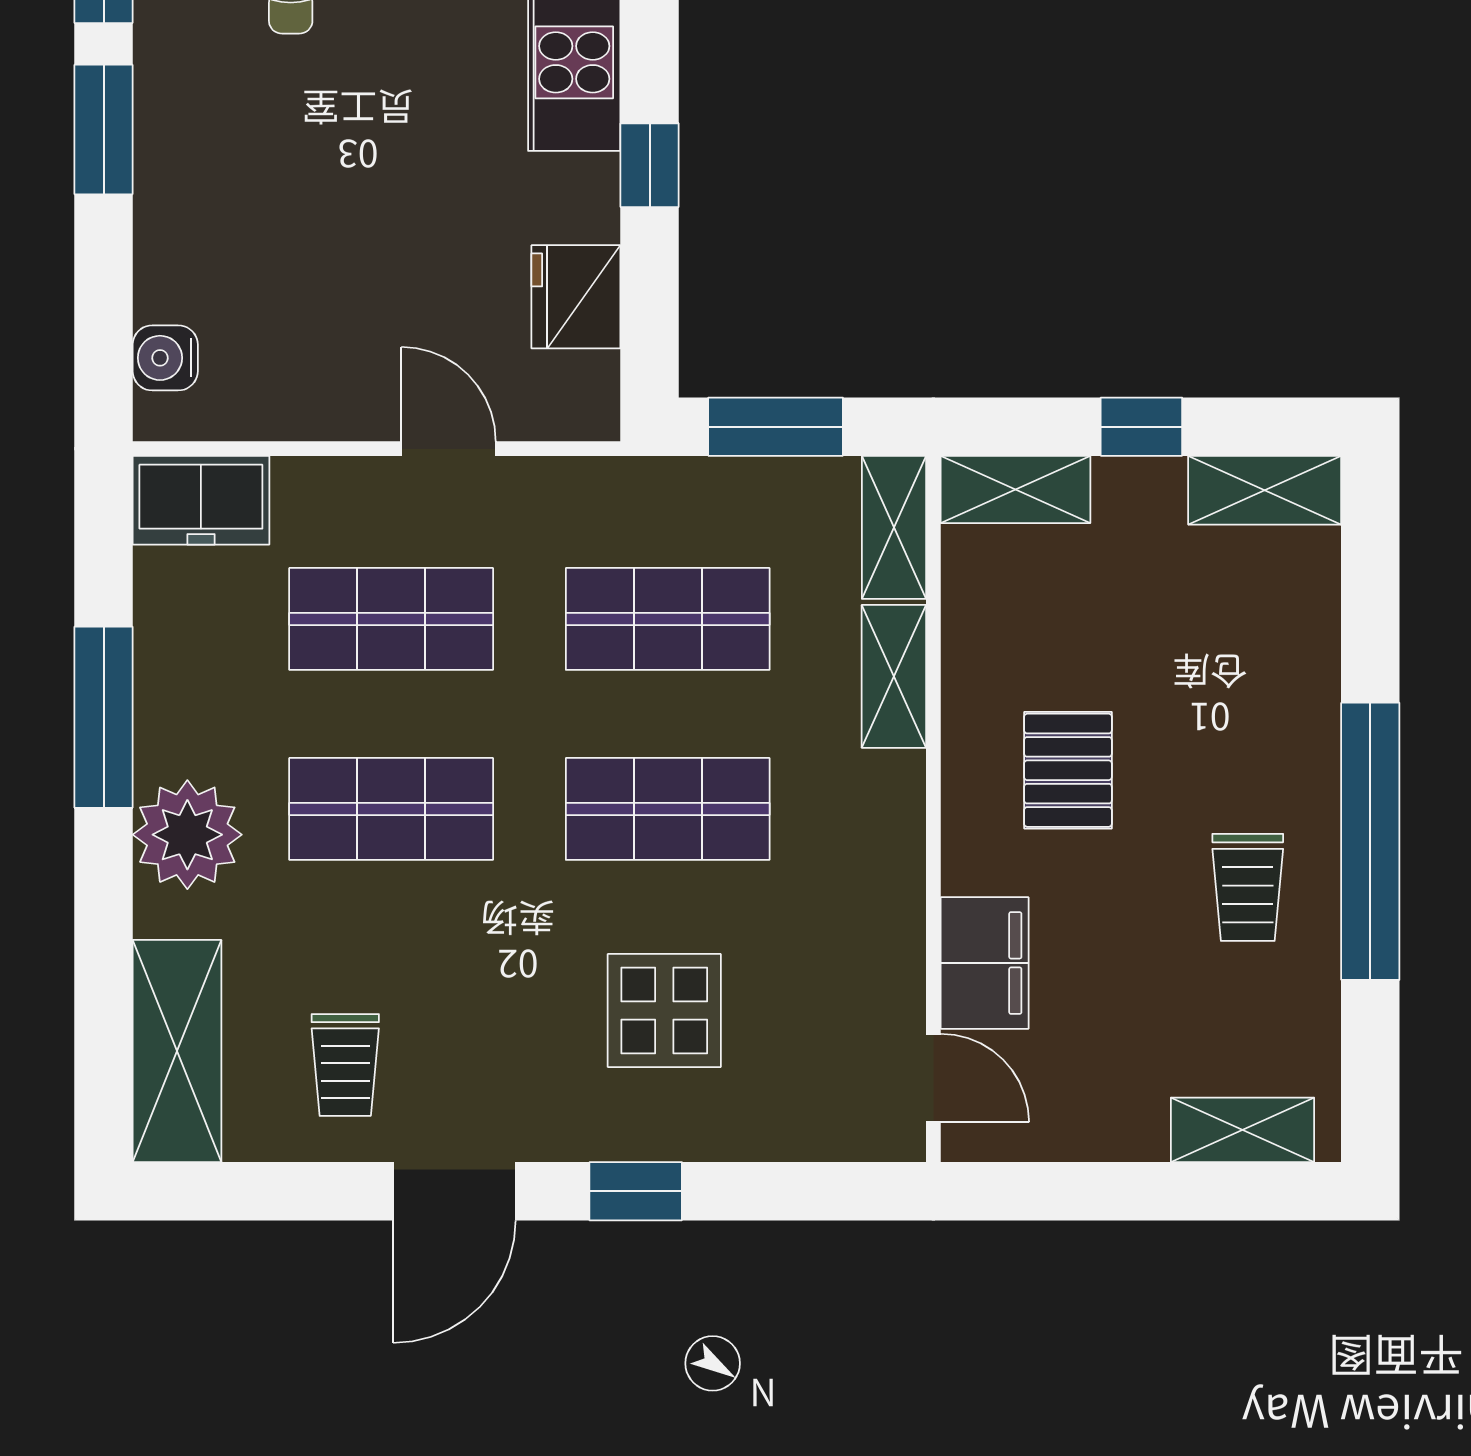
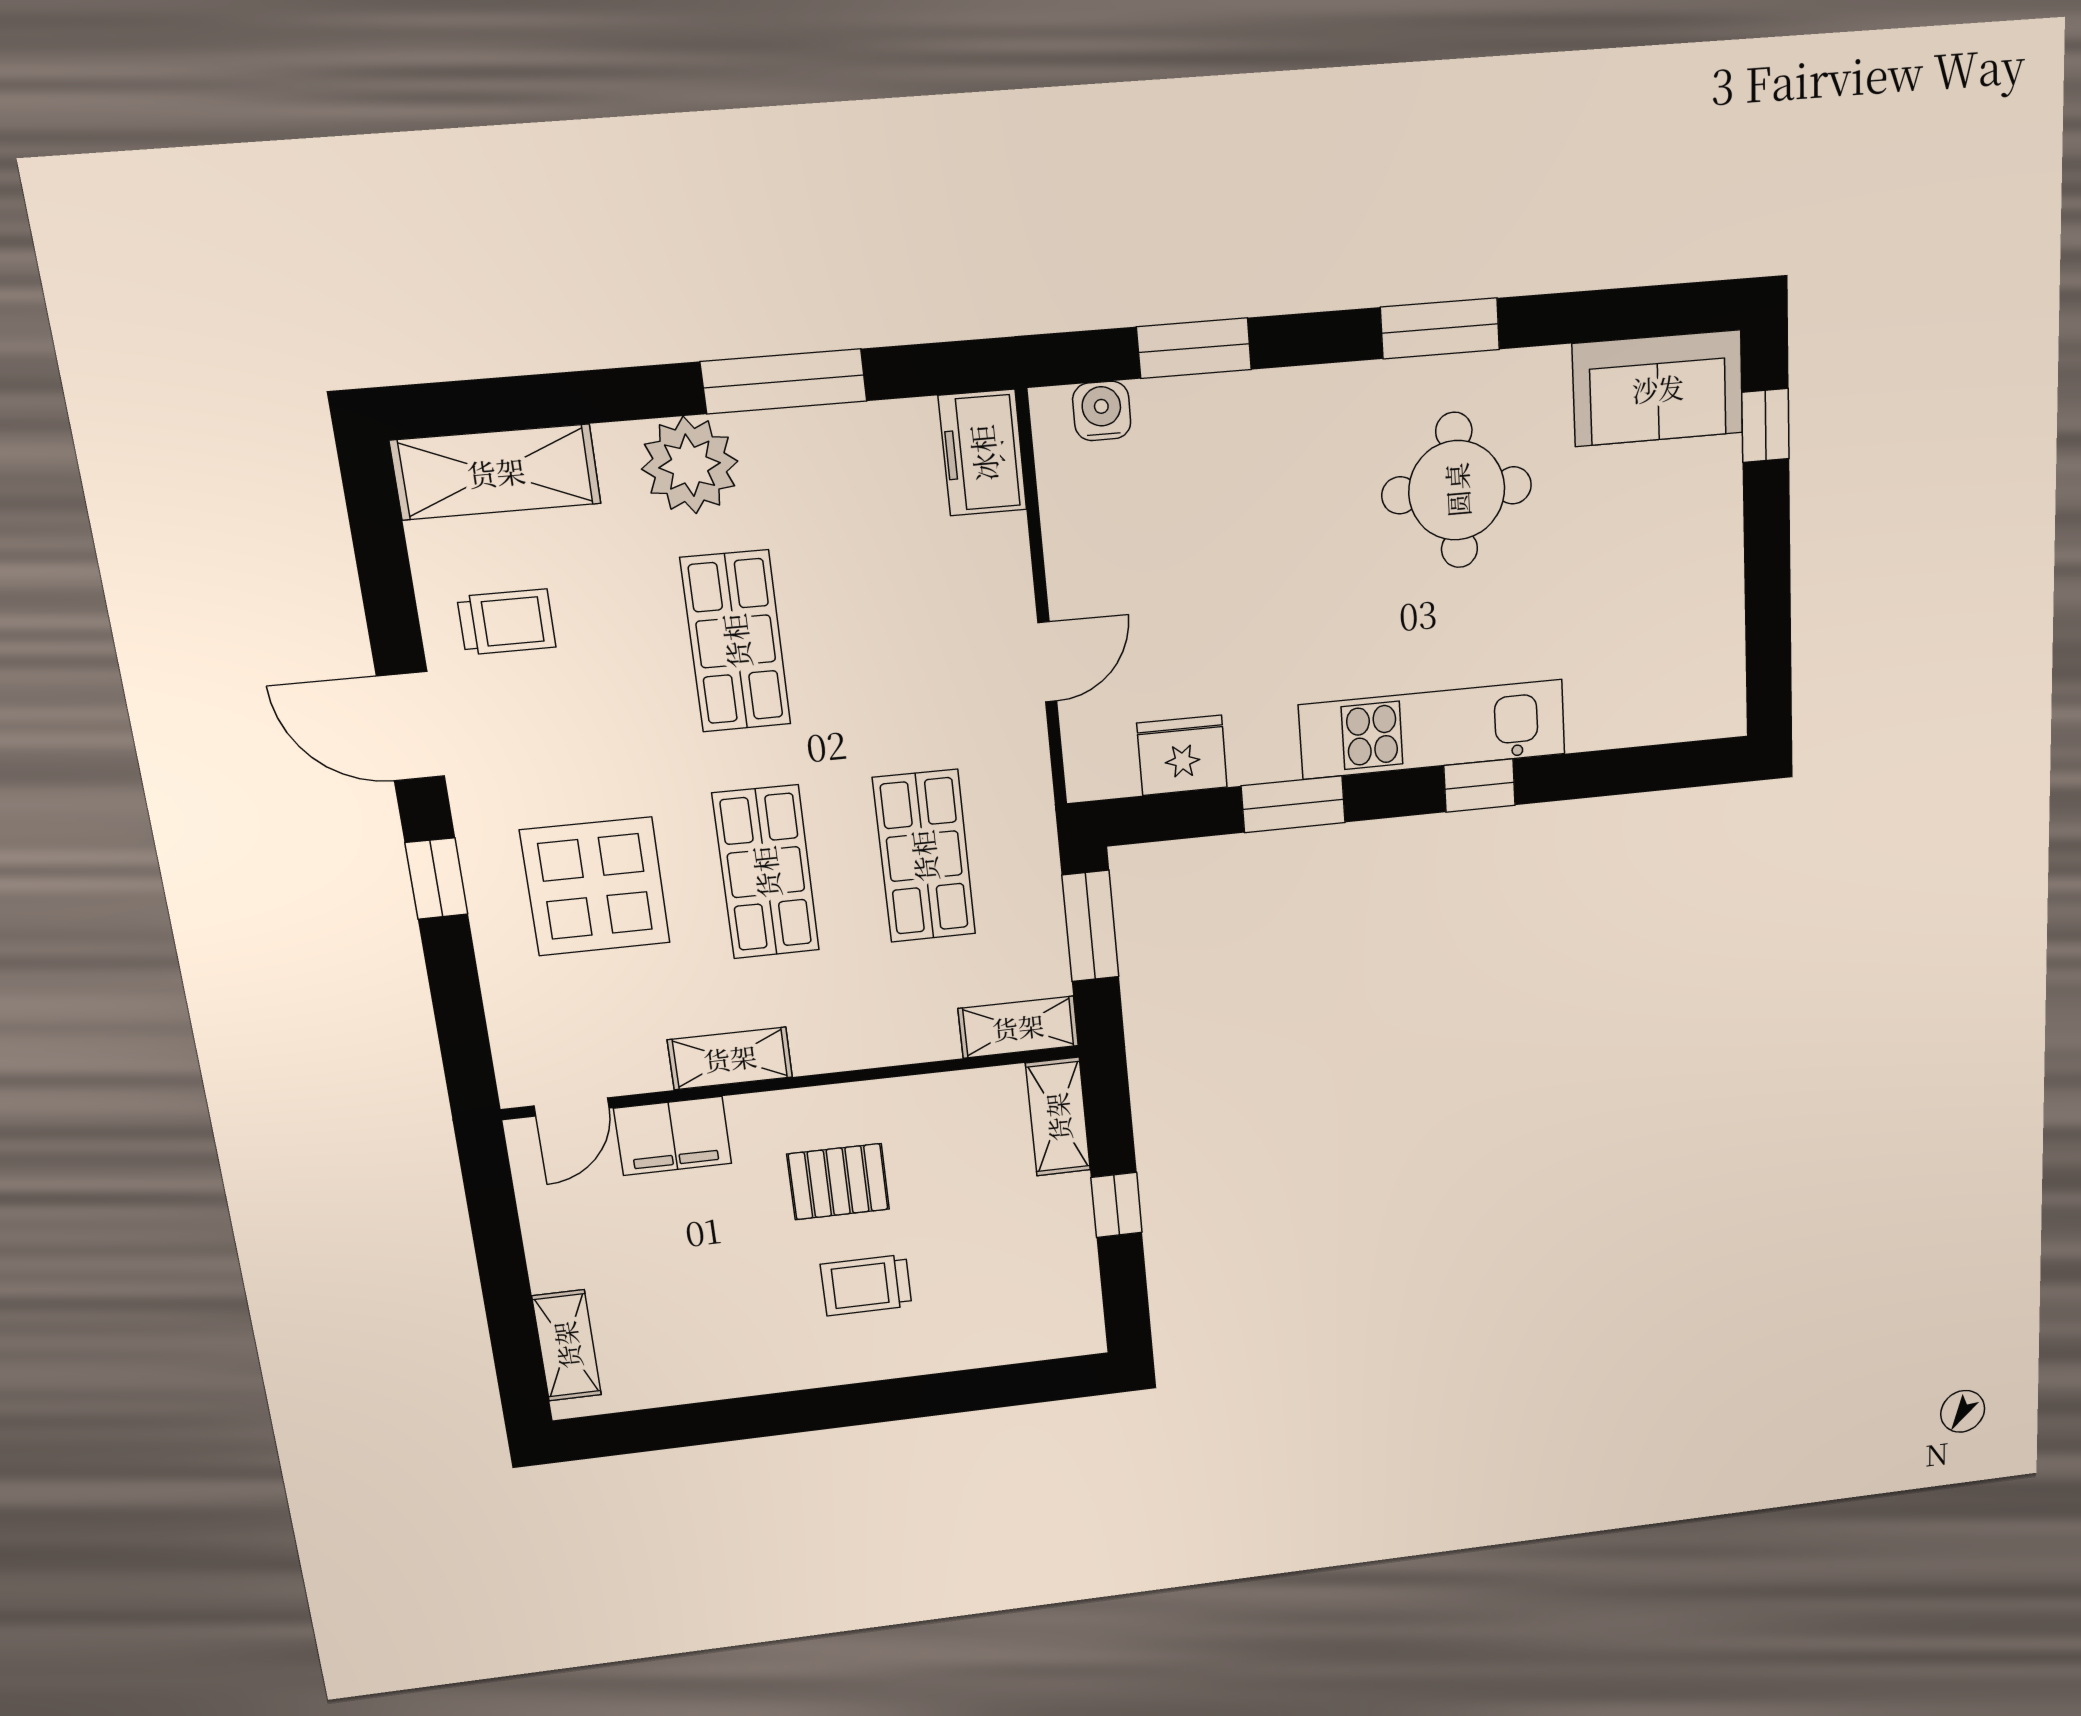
window: (104, 129) -> (1194, 348), moved
window: (650, 165) -> (1293, 804), width x1.50
shelving: (1265, 490) -> (1076, 1301), removed
shop shelf: (391, 619) -> (899, 627), removed
shelving: (894, 676) -> (730, 1058), moved
window: (1370, 841) -> (811, 1410), removed
trolley: (1248, 887) -> (866, 1285), moved
display table: (664, 1011) -> (595, 886), width x1.36, depth x1.36
trolley: (345, 1065) -> (506, 622), turned 180

